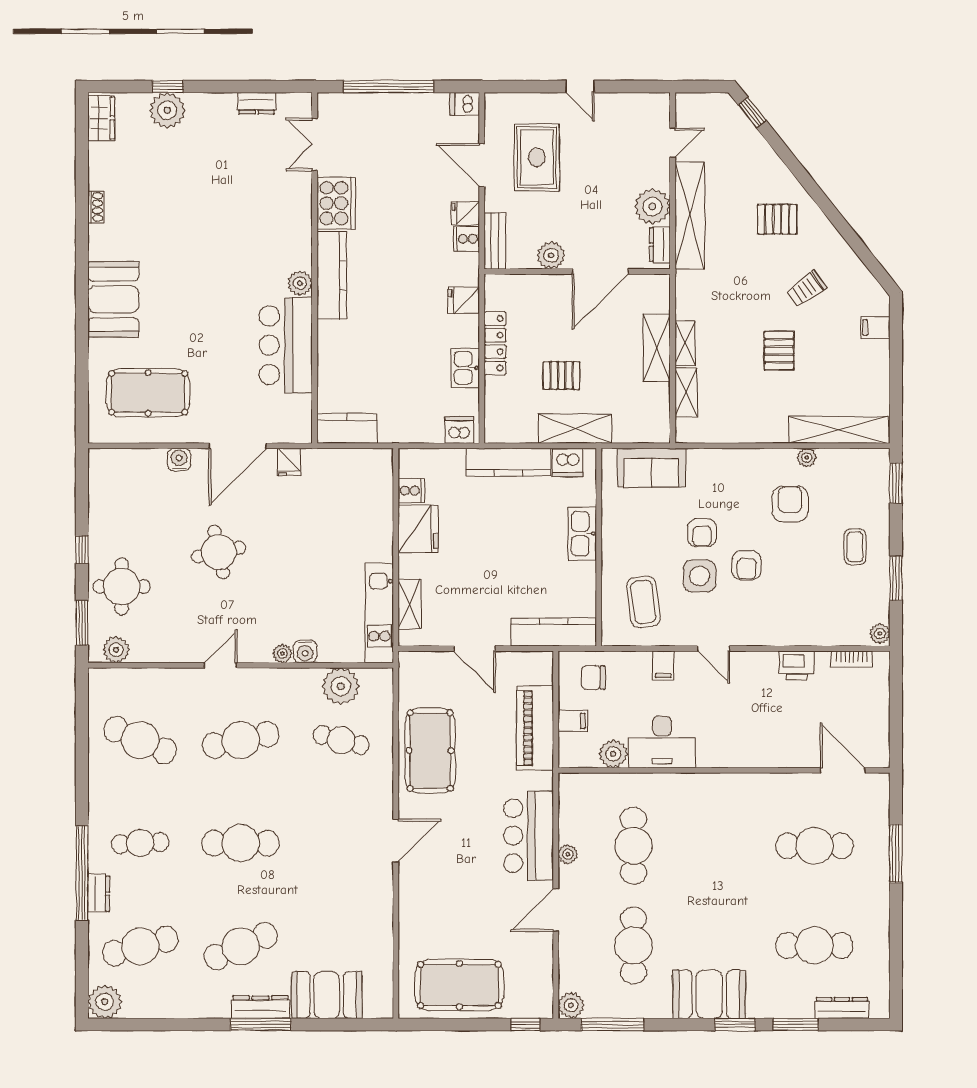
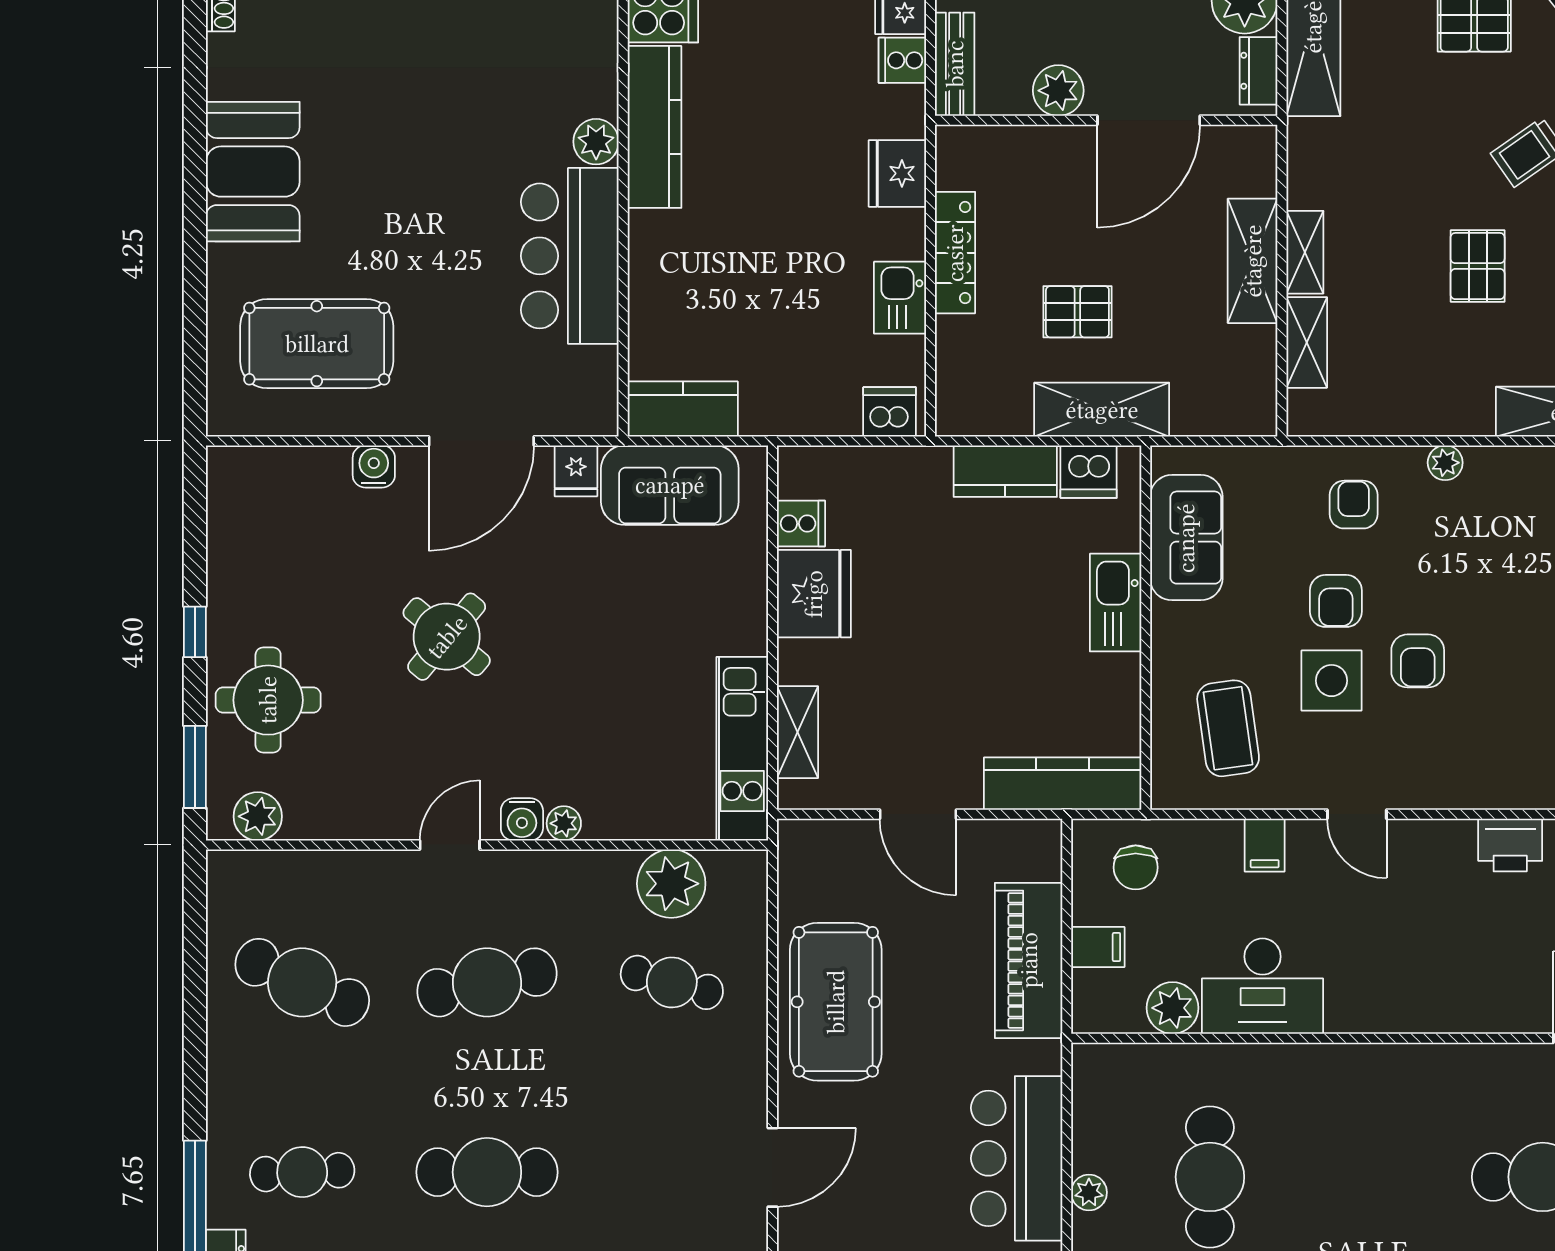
fridge: (464, 300) -> (897, 173), width x1.38
plant: (807, 458) -> (1445, 463), moved
kitchen counter: (508, 462) -> (1005, 471), width x0.67
sofa: (651, 468) -> (1186, 538), moved, turned -90
sofa: (340, 470) -> (670, 485), added
armchair: (790, 504) -> (1354, 505), moved, width x0.72, depth x0.72
round table: (219, 552) -> (447, 637), turned -38
water cooler: (305, 651) -> (522, 819), moved
chair: (593, 678) -> (1136, 867), turned -90

